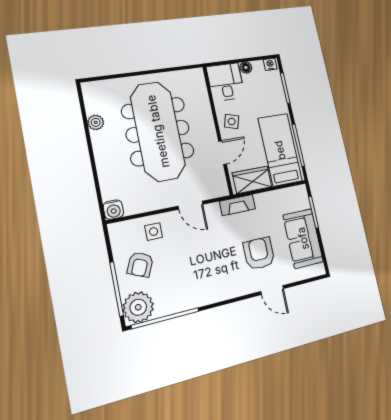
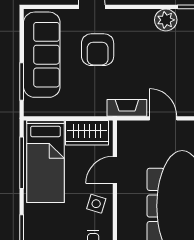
fireplace: (237, 205) -> (127, 108), moved
sofa: (303, 238) -> (42, 55), width x1.36
plant: (206, 295) -> (166, 20), added

